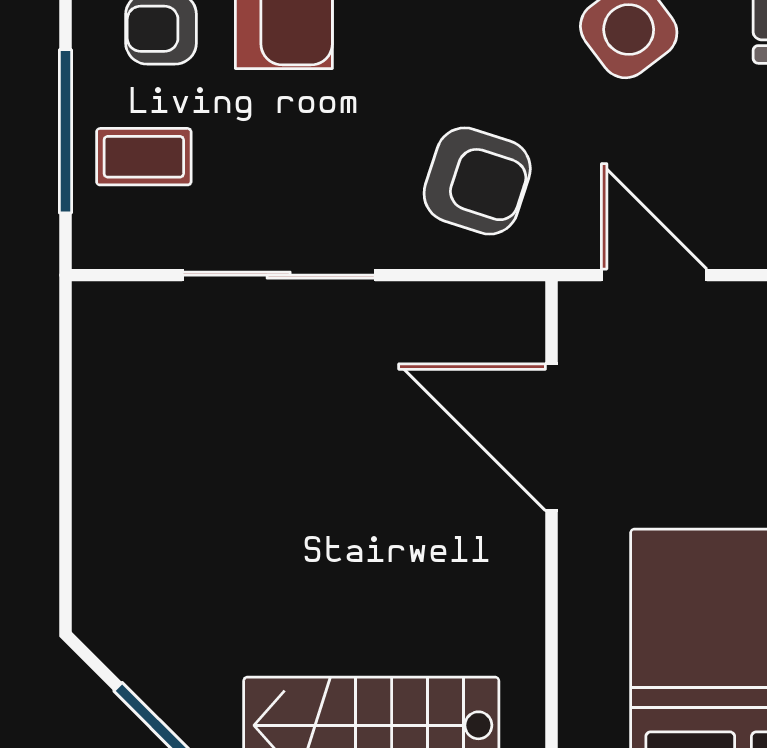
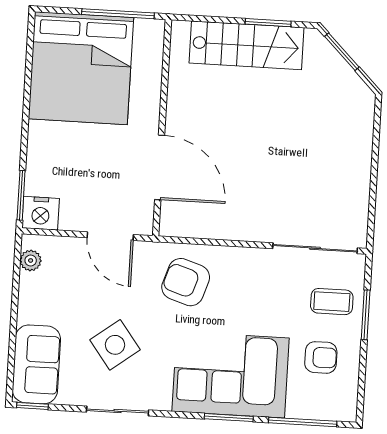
window: (65, 131) -> (366, 315), width x0.69
sliding door: (279, 275) -> (315, 248), moved

